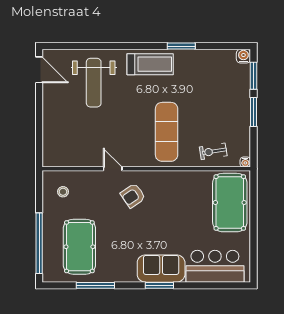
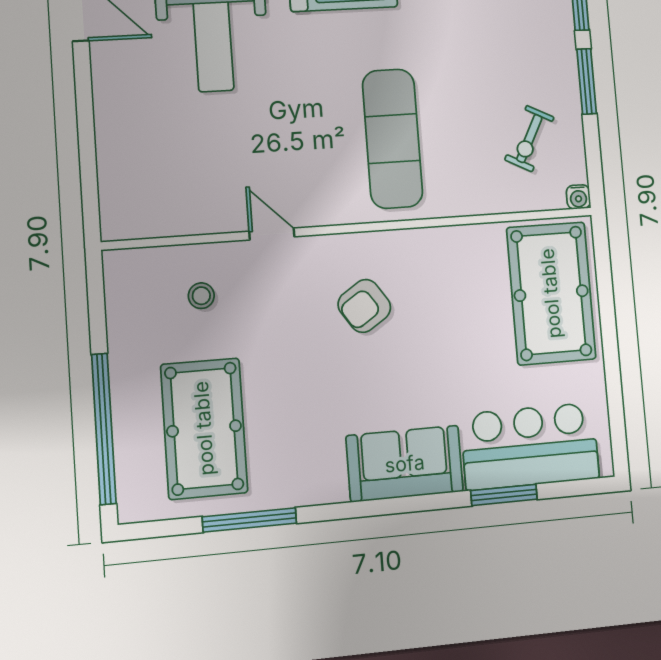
exercise bike: (213, 151) -> (529, 139), moved, turned -54
stool: (63, 192) -> (201, 296), moved
armchair: (133, 196) -> (364, 306), moved
window: (159, 285) -> (504, 495), moved

